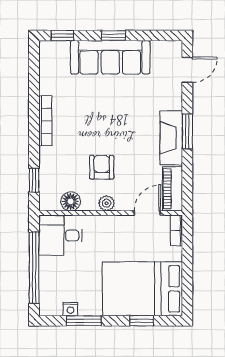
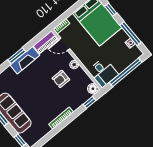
floor lamp: (71, 201) -> (93, 89), moved
window: (84, 321) -> (130, 34), width x1.44

